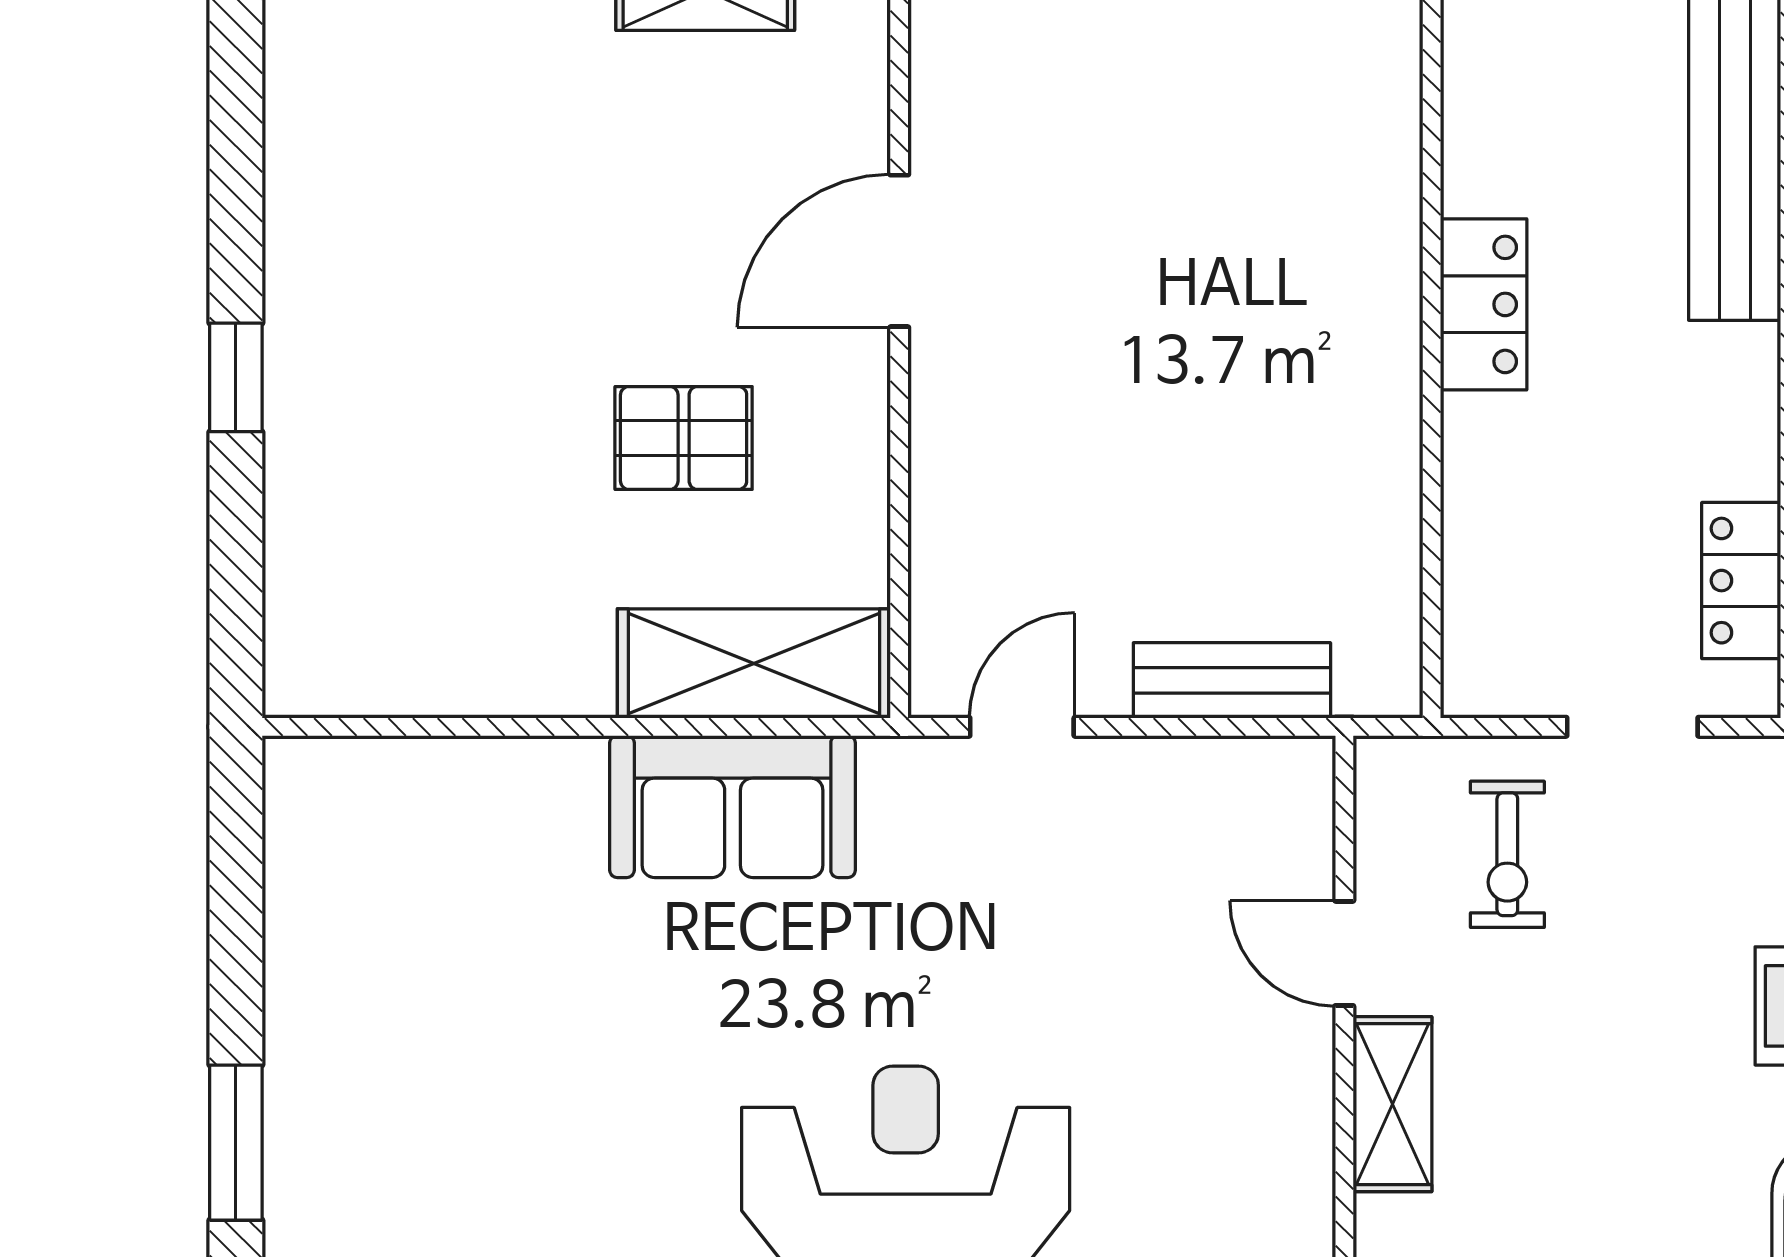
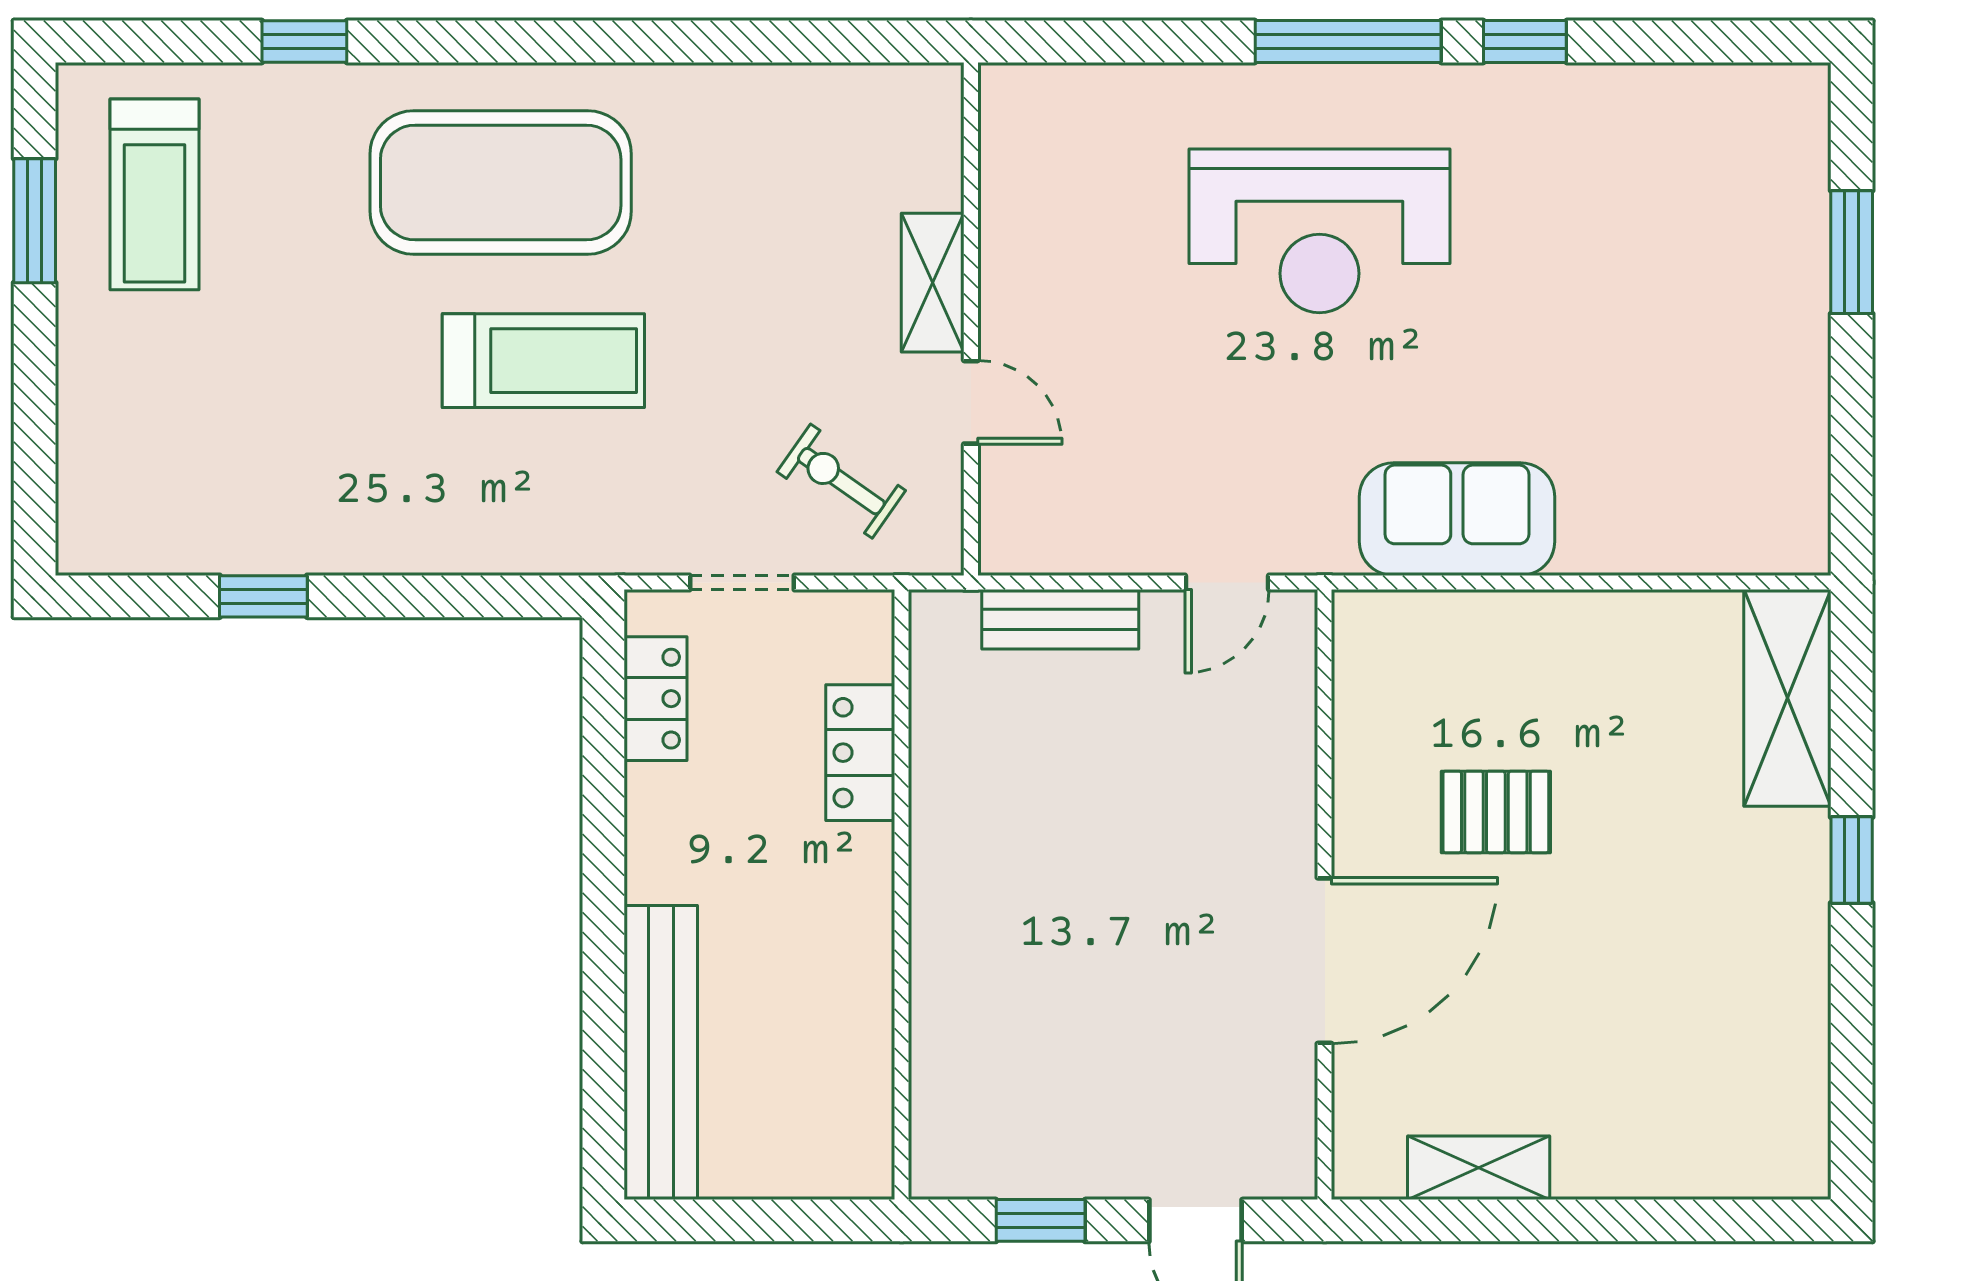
door: (899, 251) -> (1325, 961), width x1.36
locker: (1484, 304) -> (860, 753), moved
shelving: (754, 663) -> (1787, 698), moved, turned 90
exercise bike: (1507, 854) -> (841, 481), turned -55

